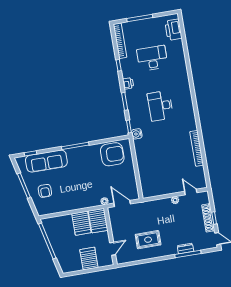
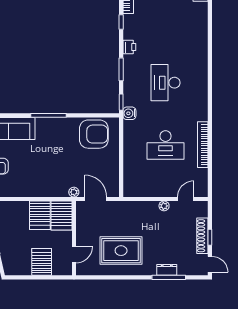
desk: (152, 58) -> (166, 145), moved, turned 180
door: (191, 192) -> (186, 199), hinge flipped
rug: (148, 240) -> (121, 251), width x1.36, depth x1.43

